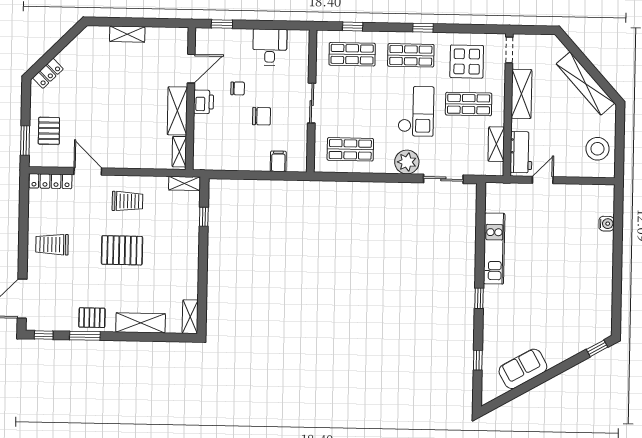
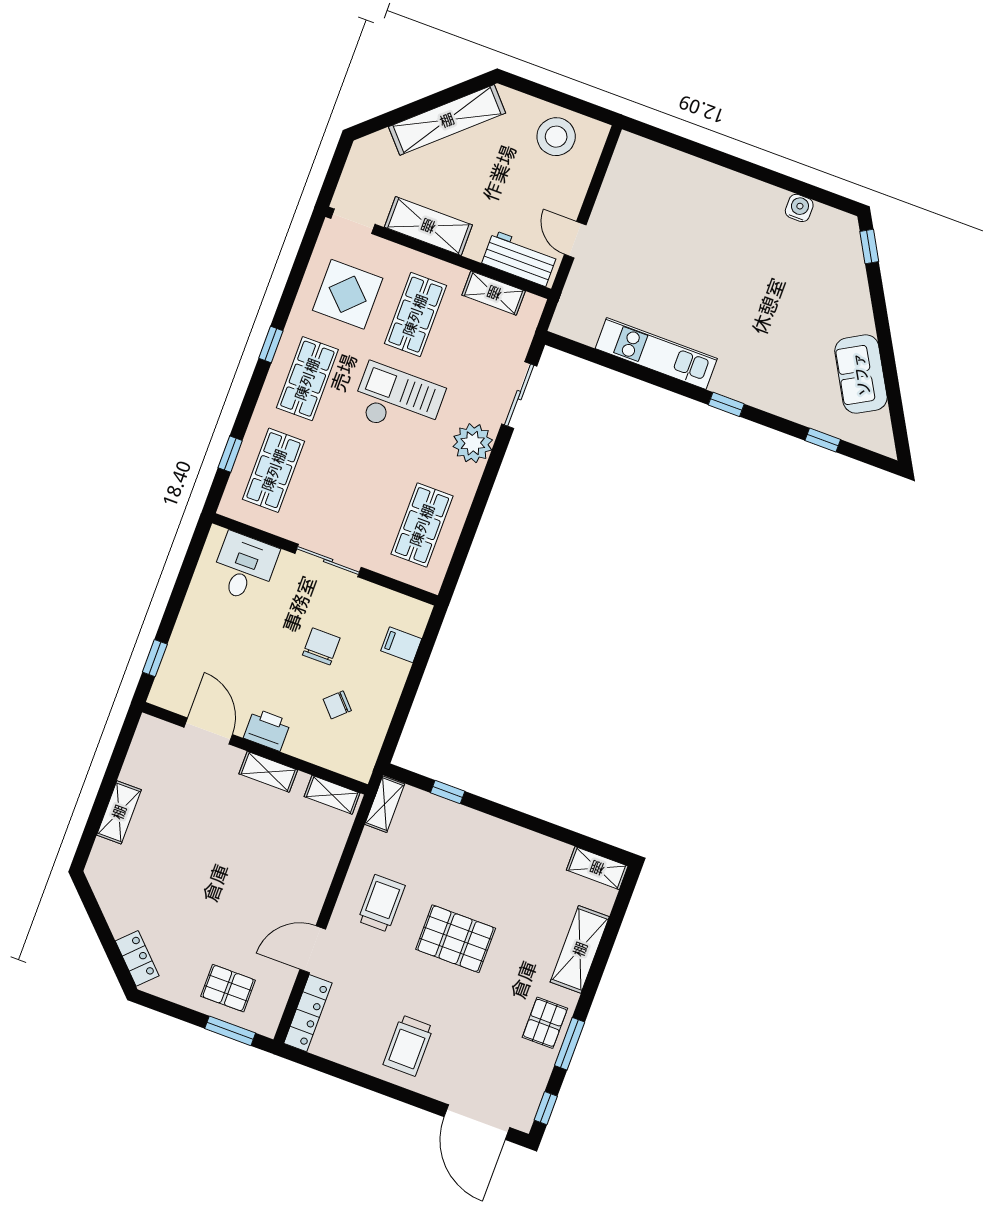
desk: (270, 47) -> (244, 567), moved, turned 90
chair: (238, 88) -> (337, 705), moved, turned -133
shelving: (177, 111) -> (268, 772), width x0.67, depth x0.75
water cooler: (607, 224) -> (799, 208), moved
pallet: (122, 250) -> (456, 939), turned 90

